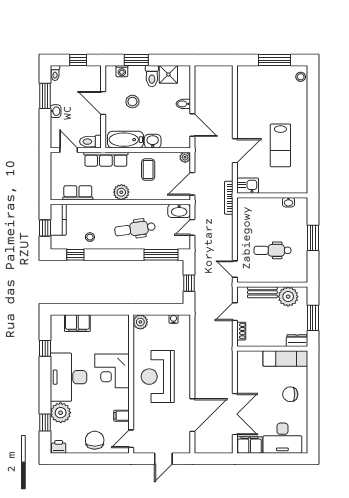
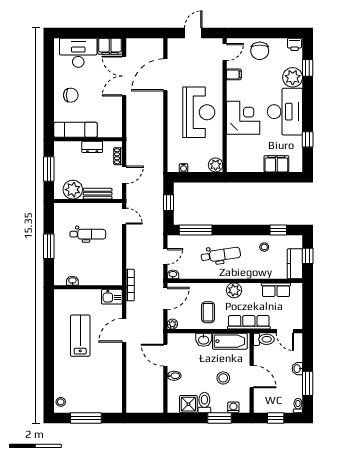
washbasin: (179, 211) -> (173, 274), width x0.52, depth x0.69
dresser: (297, 341) -> (92, 147), moved

